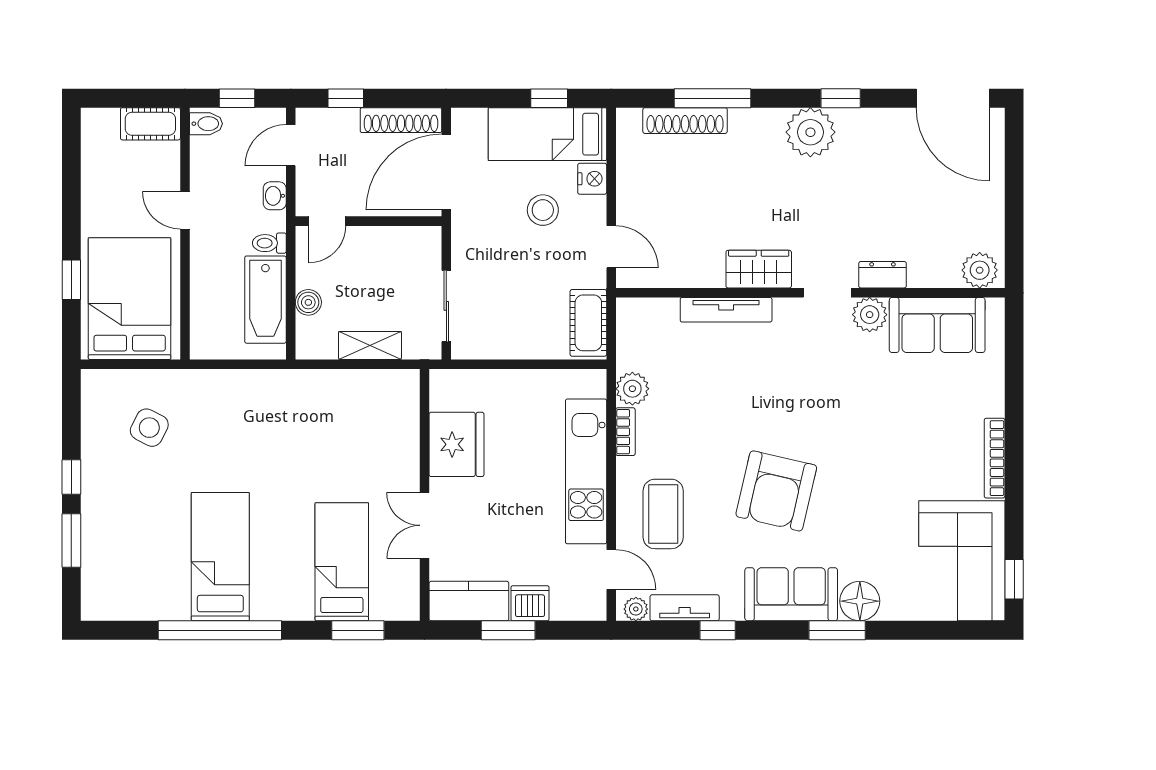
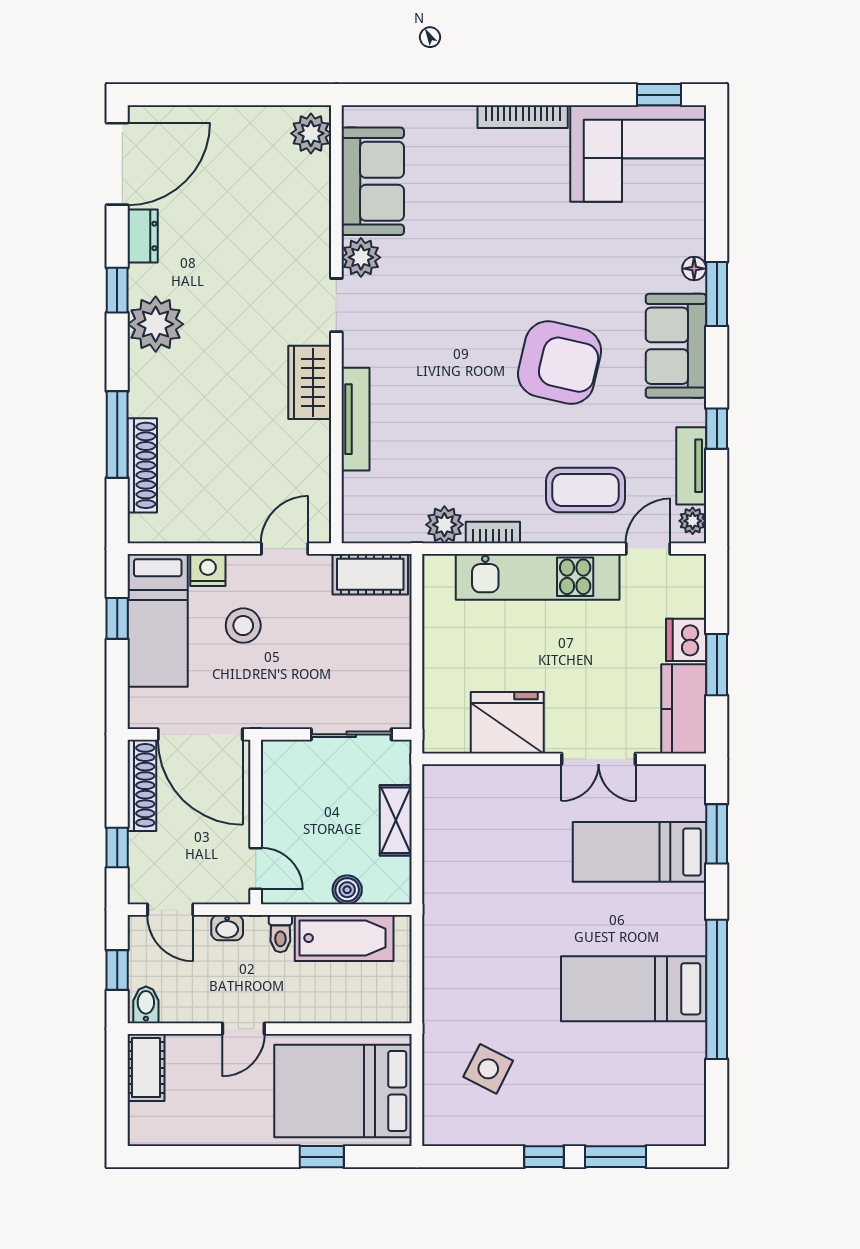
dresser: (883, 275) -> (143, 236), moved, turned 180
floor lamp: (860, 601) -> (694, 269), width x0.53, depth x0.53

